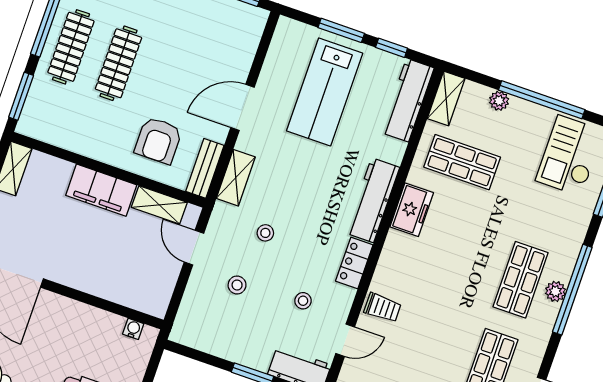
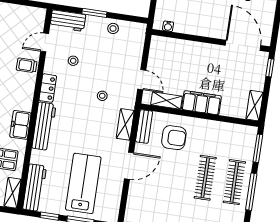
armchair: (158, 140) -> (174, 138), turned 90
stool: (237, 285) -> (113, 28), moved

